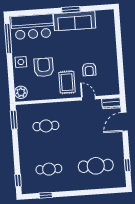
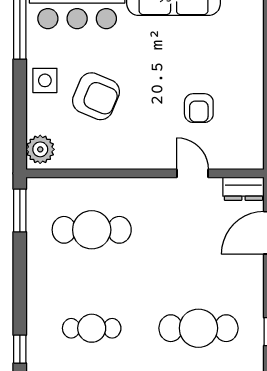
armchair: (44, 67) -> (96, 96), turned 113
rug: (67, 82) -> (146, 134), removed
cafe table: (46, 126) -> (92, 230), width x1.37, depth x1.35

